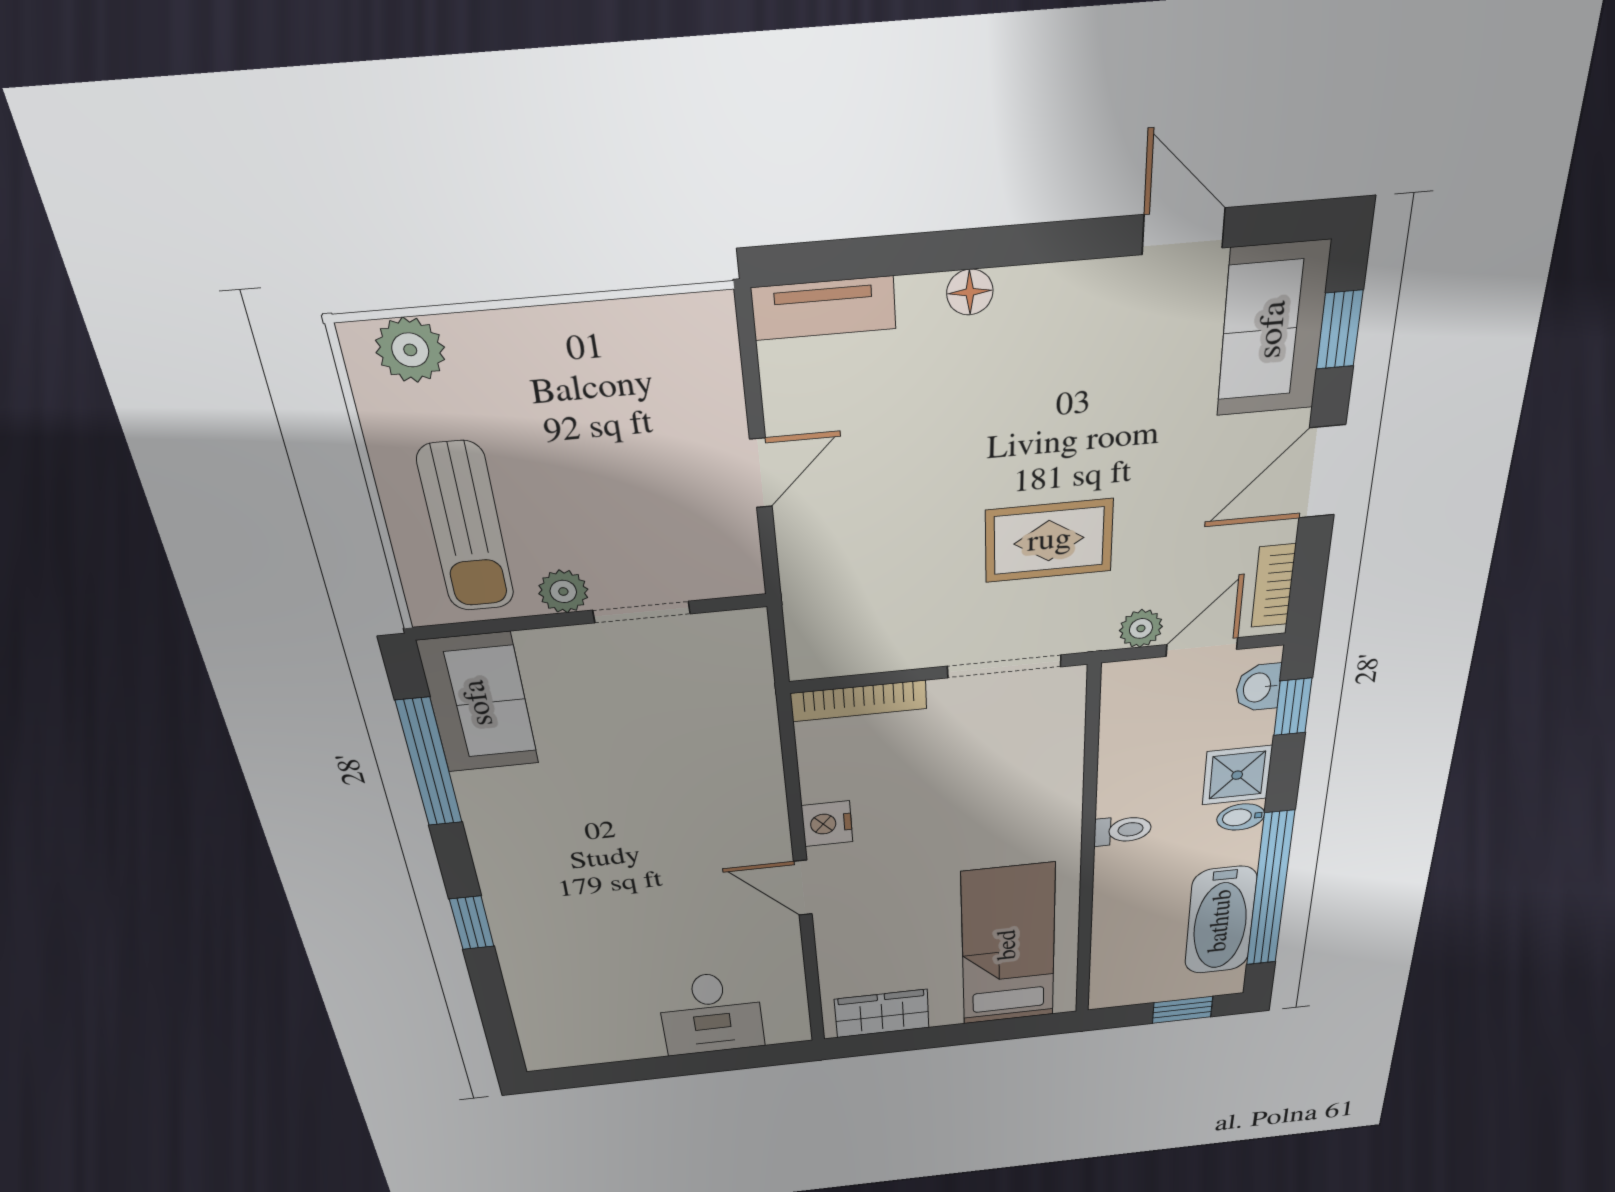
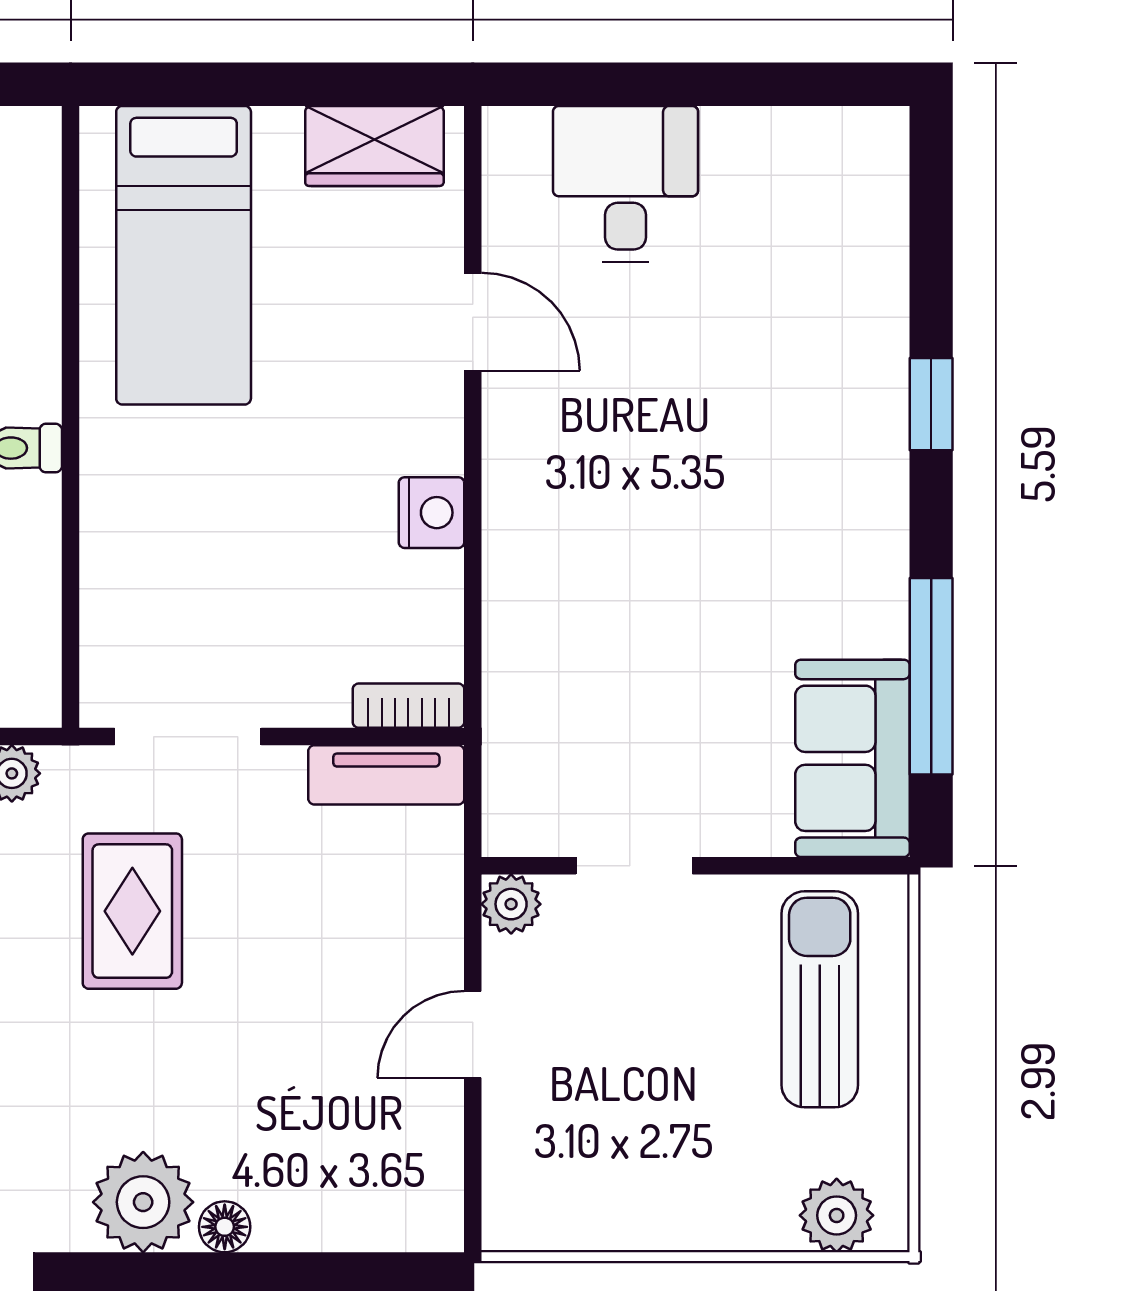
tv unit: (824, 308) -> (386, 775), moved, turned 180
plant: (1043, 308) -> (143, 1202), added
rug: (1049, 541) -> (132, 911), turned 90
plant: (563, 591) -> (511, 904), moved
bookcase: (859, 701) -> (408, 706), width x0.64
door: (803, 888) -> (473, 322), moved

